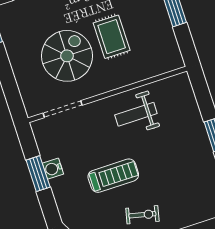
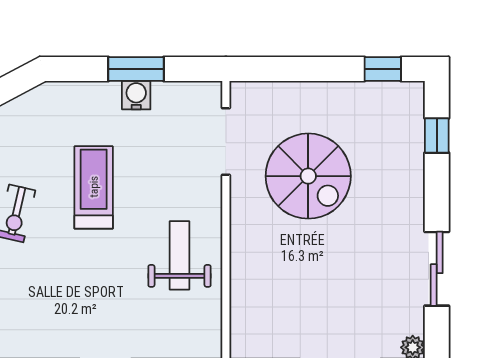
rug: (112, 37) -> (316, 257), removed
treadmill: (113, 176) -> (94, 187), turned 180

